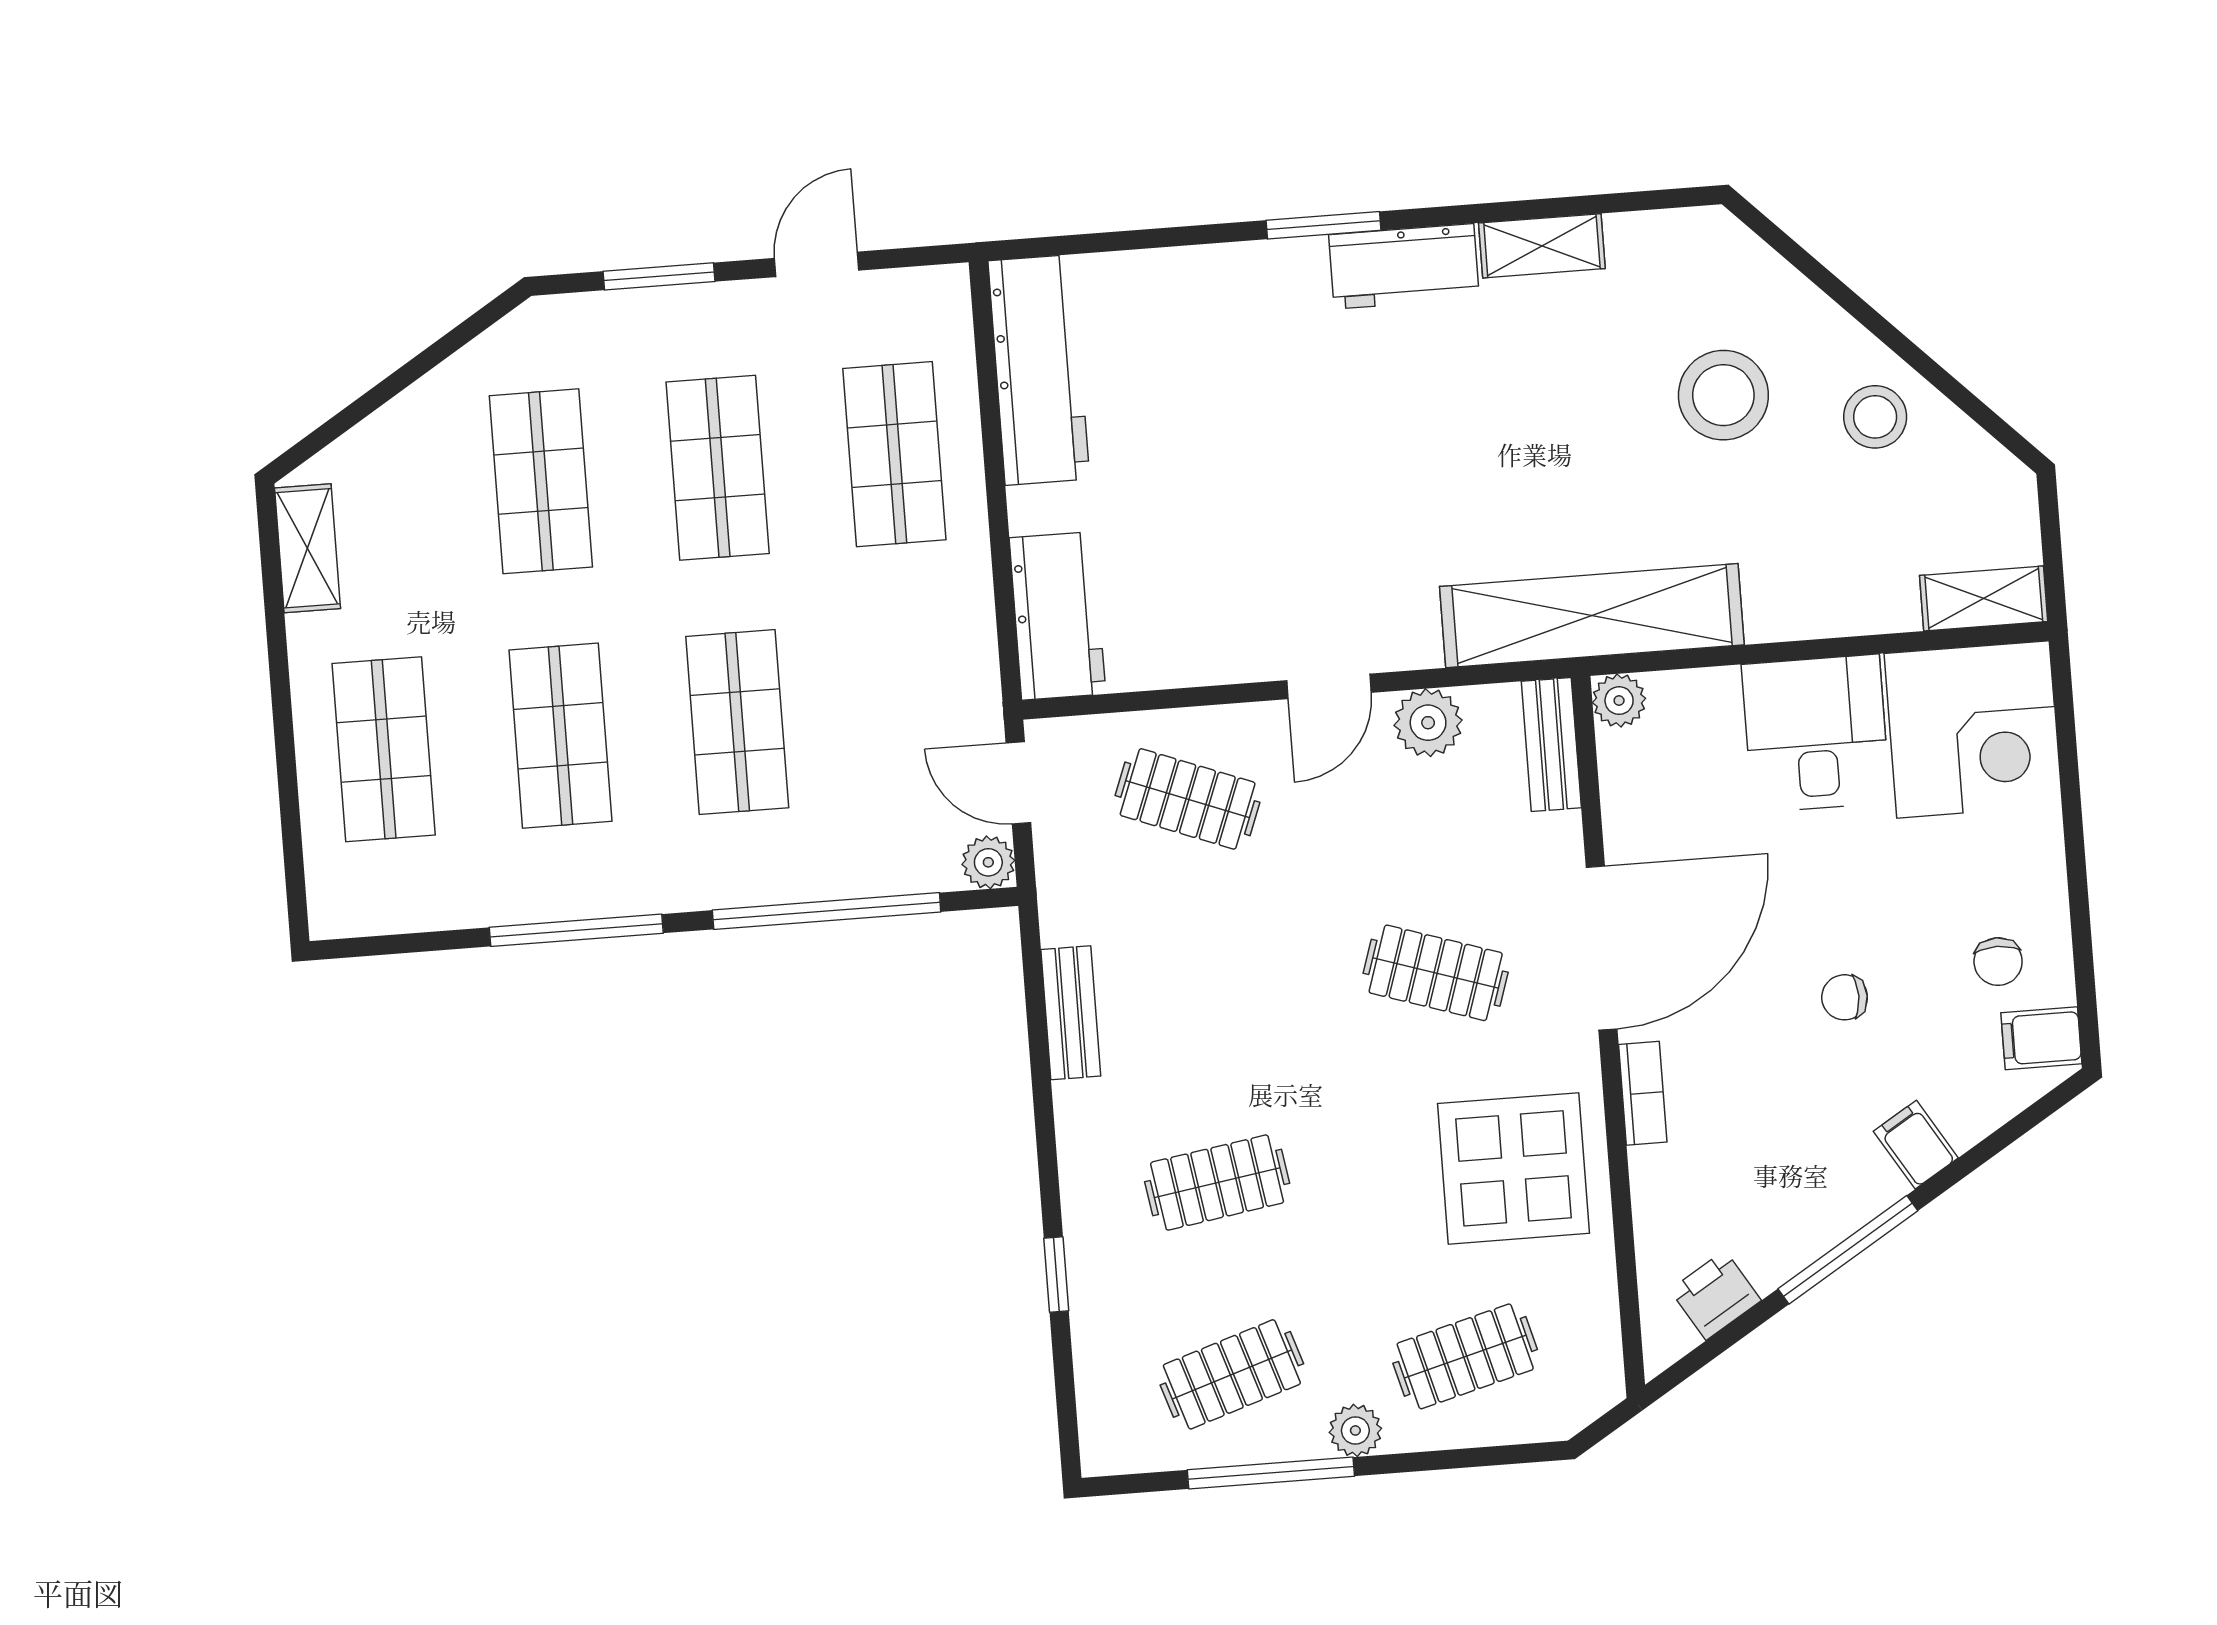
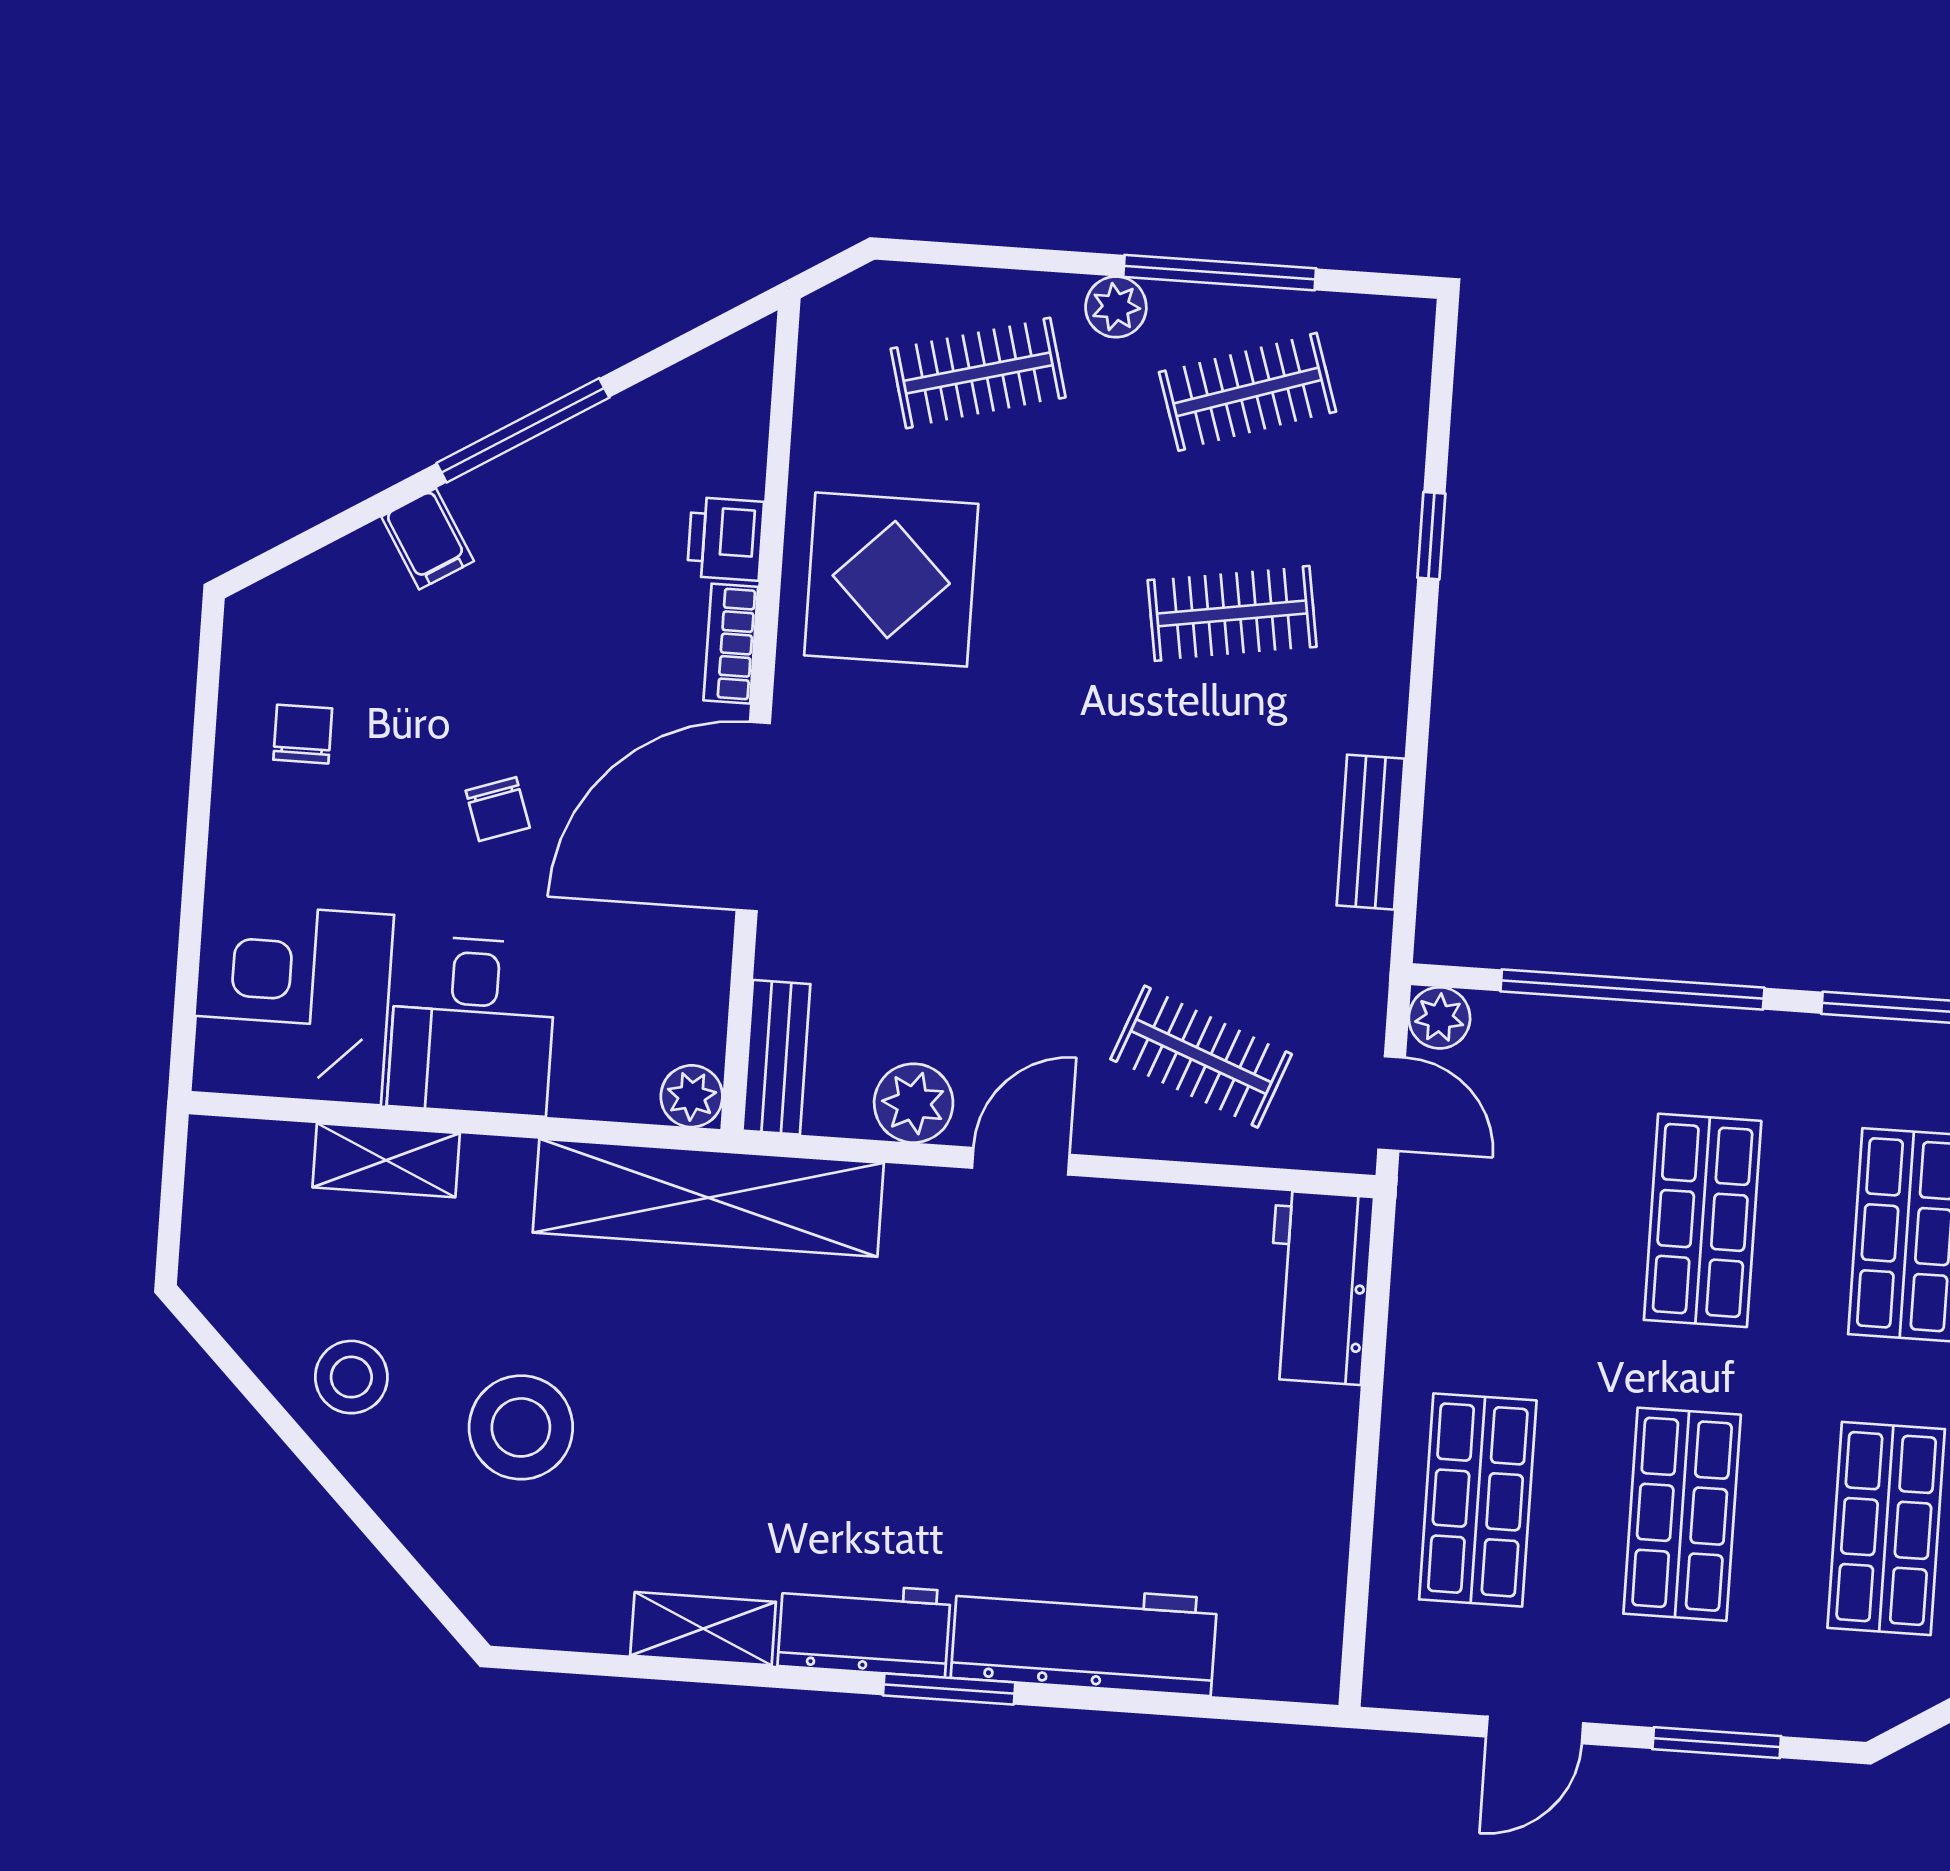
workbench: (1039, 370) -> (1084, 1638), moved, turned 90
shelving: (1984, 598) -> (386, 1160), moved
clothes rail: (1436, 973) -> (947, 816), removed
chair: (1845, 997) -> (498, 809), moved, turned 71
filing cabinet: (2041, 1038) -> (266, 639), removed
printer: (1715, 1295) -> (725, 539), moved, turned 122

